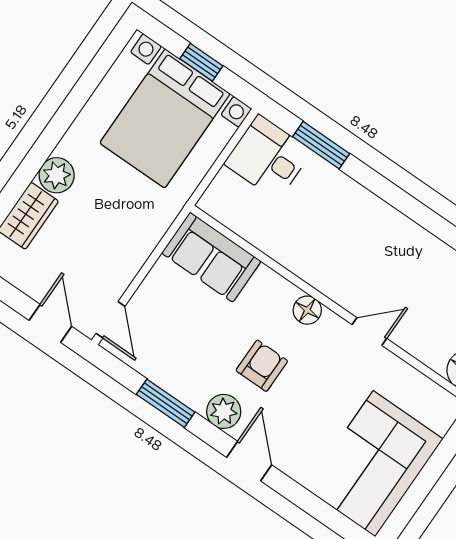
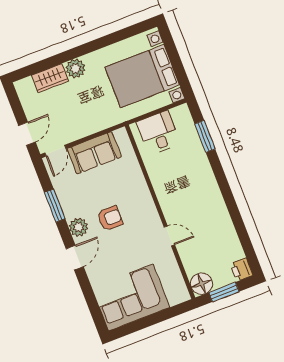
window: (201, 62) -> (176, 62), removed
desk: (268, 157) -> (158, 133), moved
sofa: (211, 257) -> (94, 153), moved, turned -90
floor lamp: (307, 310) -> (148, 207), removed

